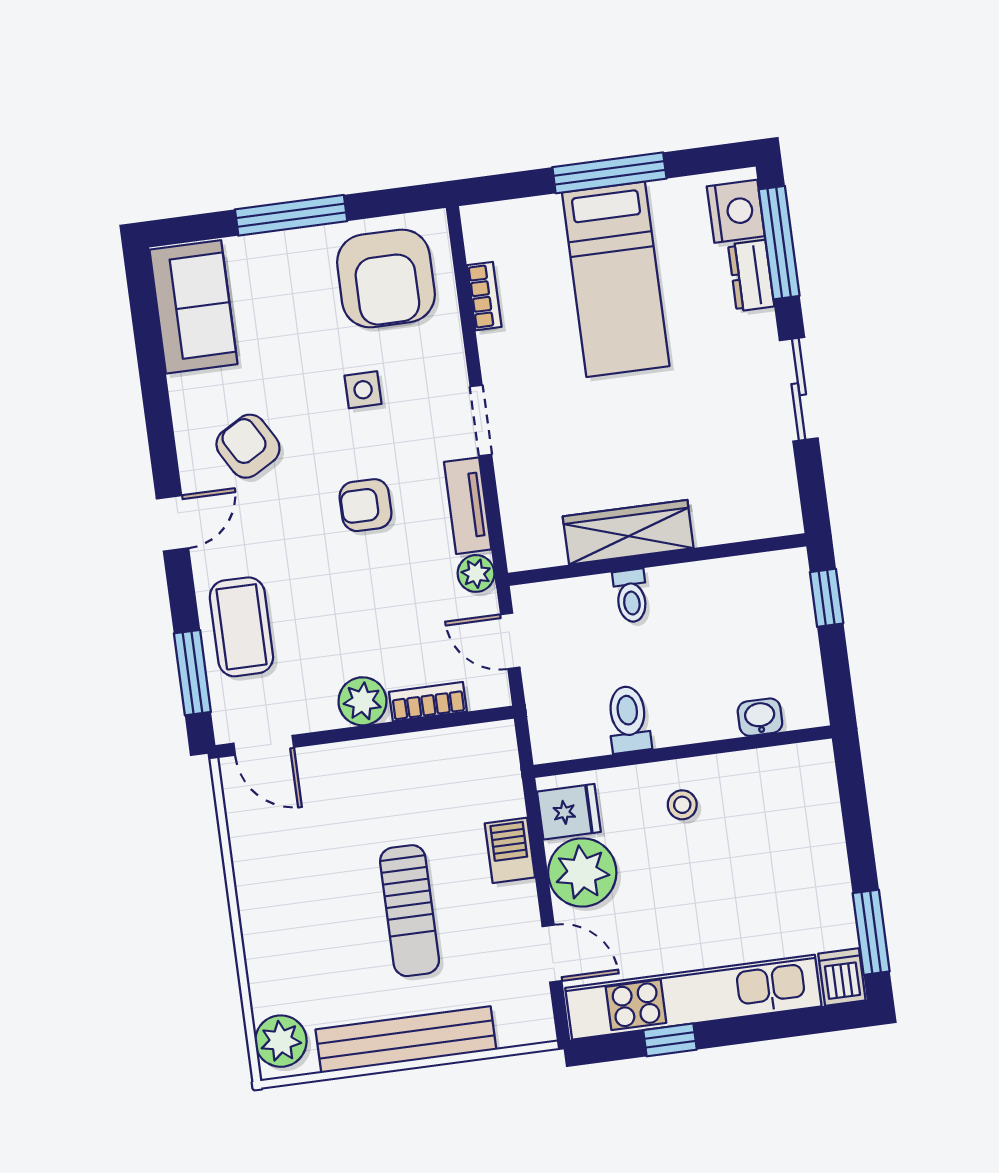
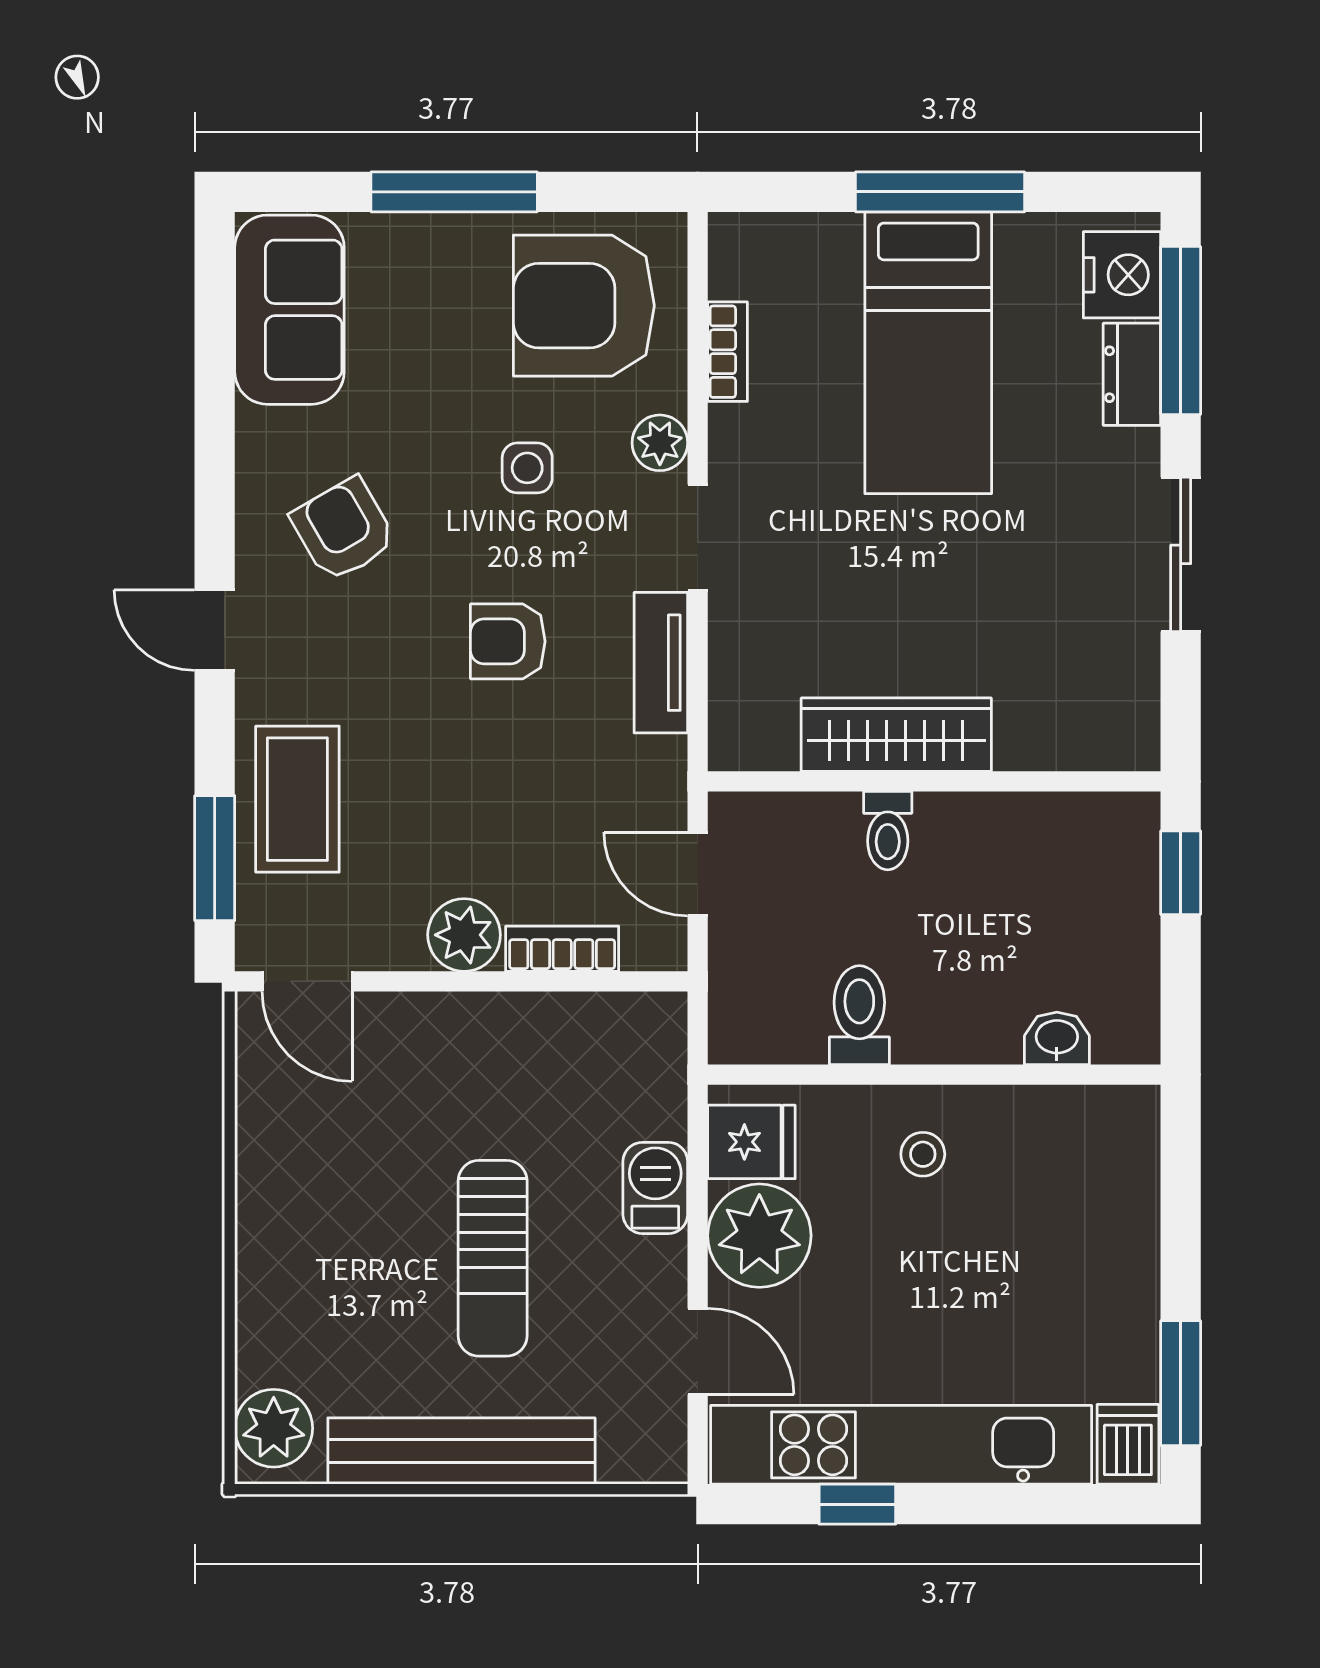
armchair: (386, 278) -> (584, 306), turned 90
door: (172, 523) -> (215, 630), swing flipped
plant: (476, 573) -> (660, 443), moved

